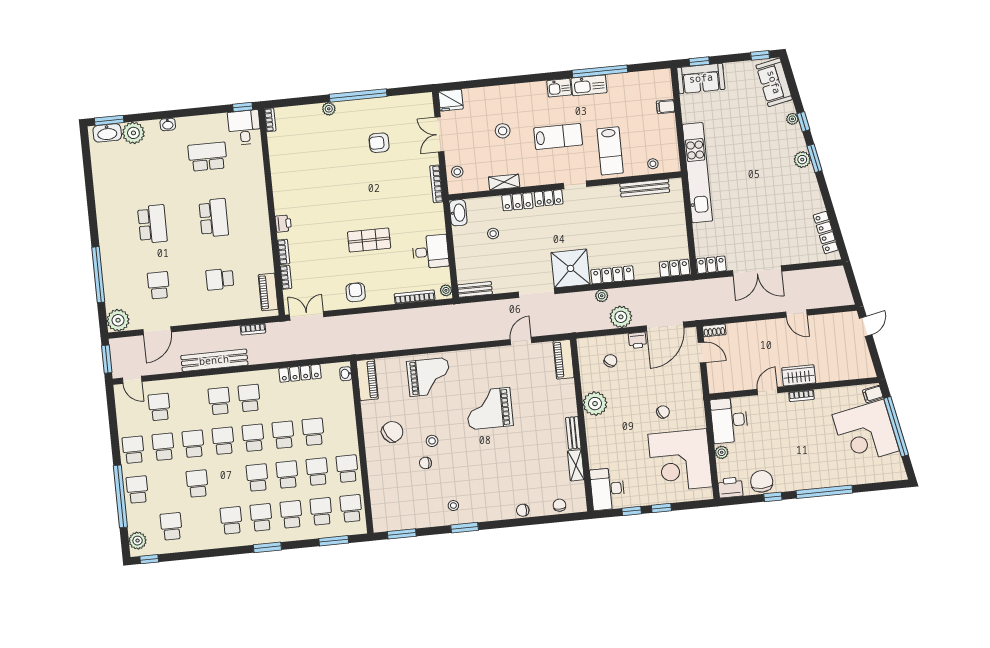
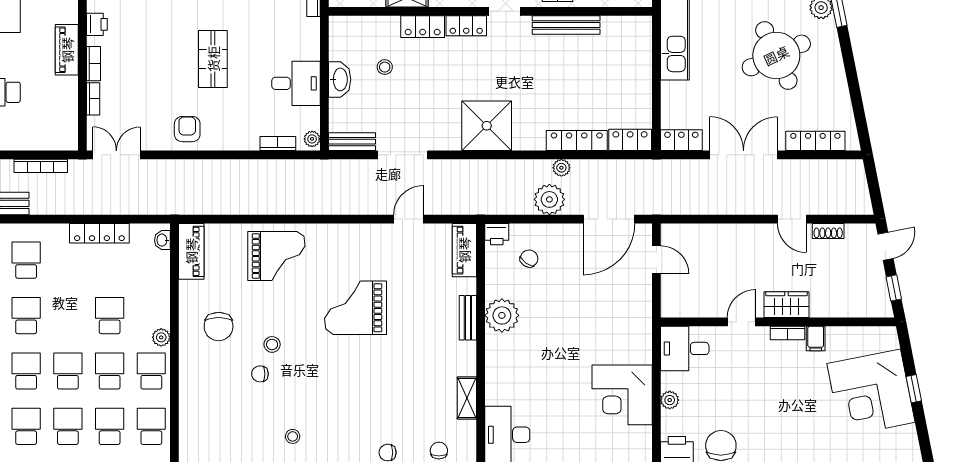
bench: (645, 188) -> (566, 25), moved
round table: (774, 197) -> (776, 55), added
washbasin: (458, 213) -> (340, 79), moved
locker: (826, 233) -> (815, 141), moved, turned 101
shop shelf: (369, 240) -> (213, 59), turned 90
double door: (757, 271) -> (744, 155), swing flipped
locker: (612, 275) -> (577, 140), moved
piano: (268, 292) -> (67, 50), moved
doorway: (536, 293) -> (403, 155), moved
plant: (602, 296) -> (561, 168), moved
bookcase: (415, 297) -> (278, 143), width x0.64
bookcase: (253, 329) -> (41, 166), width x1.56
shoe rack: (714, 330) -> (828, 231), moved
printer: (637, 340) -> (497, 234), moved
window: (875, 356) -> (894, 288), added
filing cabinet: (873, 394) -> (816, 339), moved, turned -79
chair: (663, 412) -> (594, 336), removed
desk: (729, 420) -> (685, 348), width x0.73
window: (896, 427) -> (914, 389), width x0.32
chair: (392, 432) -> (219, 326), turned 124
bench: (573, 433) -> (468, 318), moved
school desk: (283, 435) -> (68, 316), removed
plant: (352, 444) -> (161, 337), added
corner desk: (680, 461) -> (622, 395), width x0.74, depth x0.74

